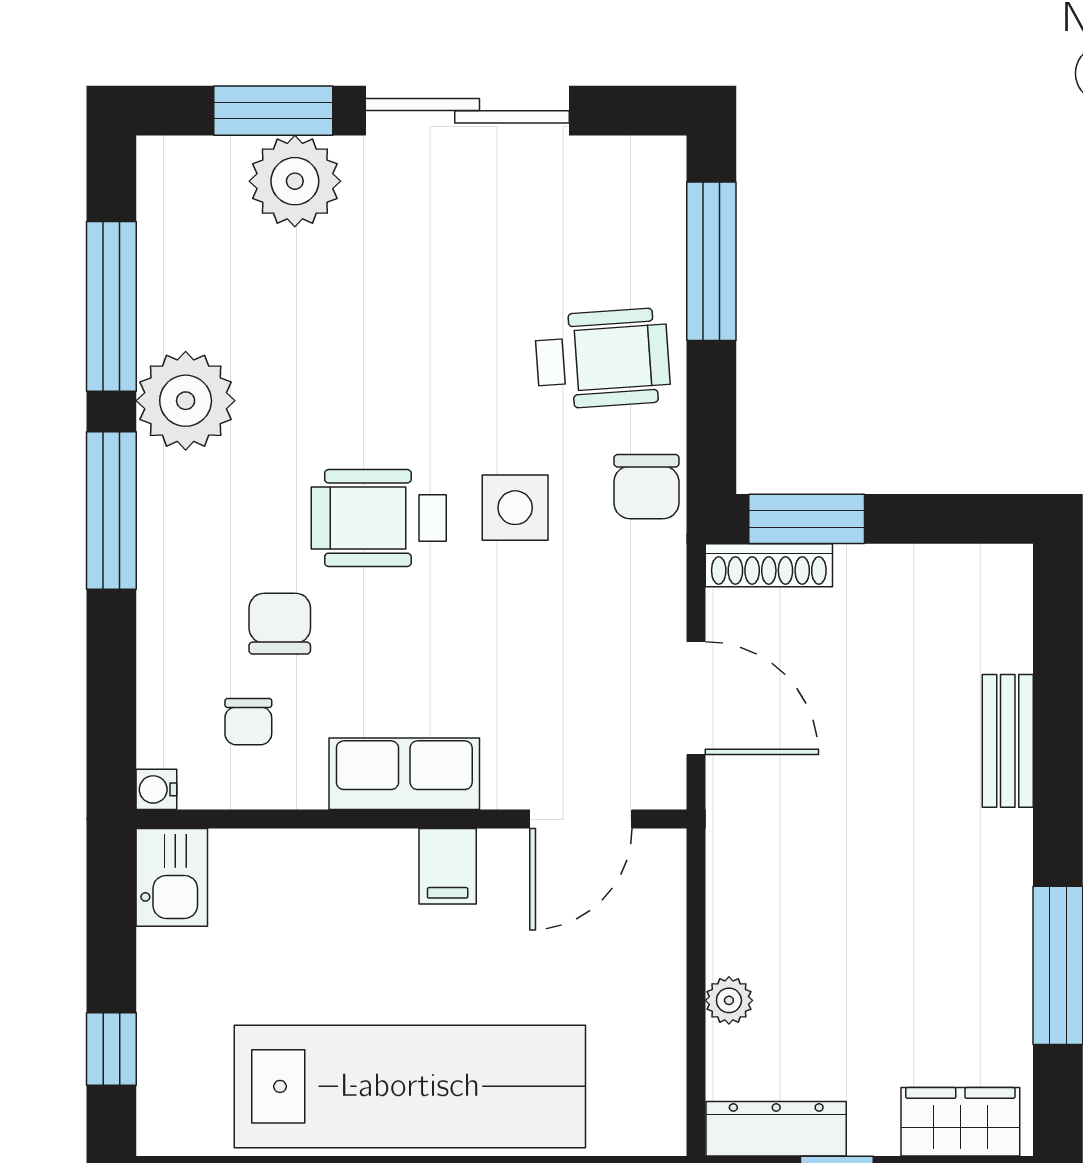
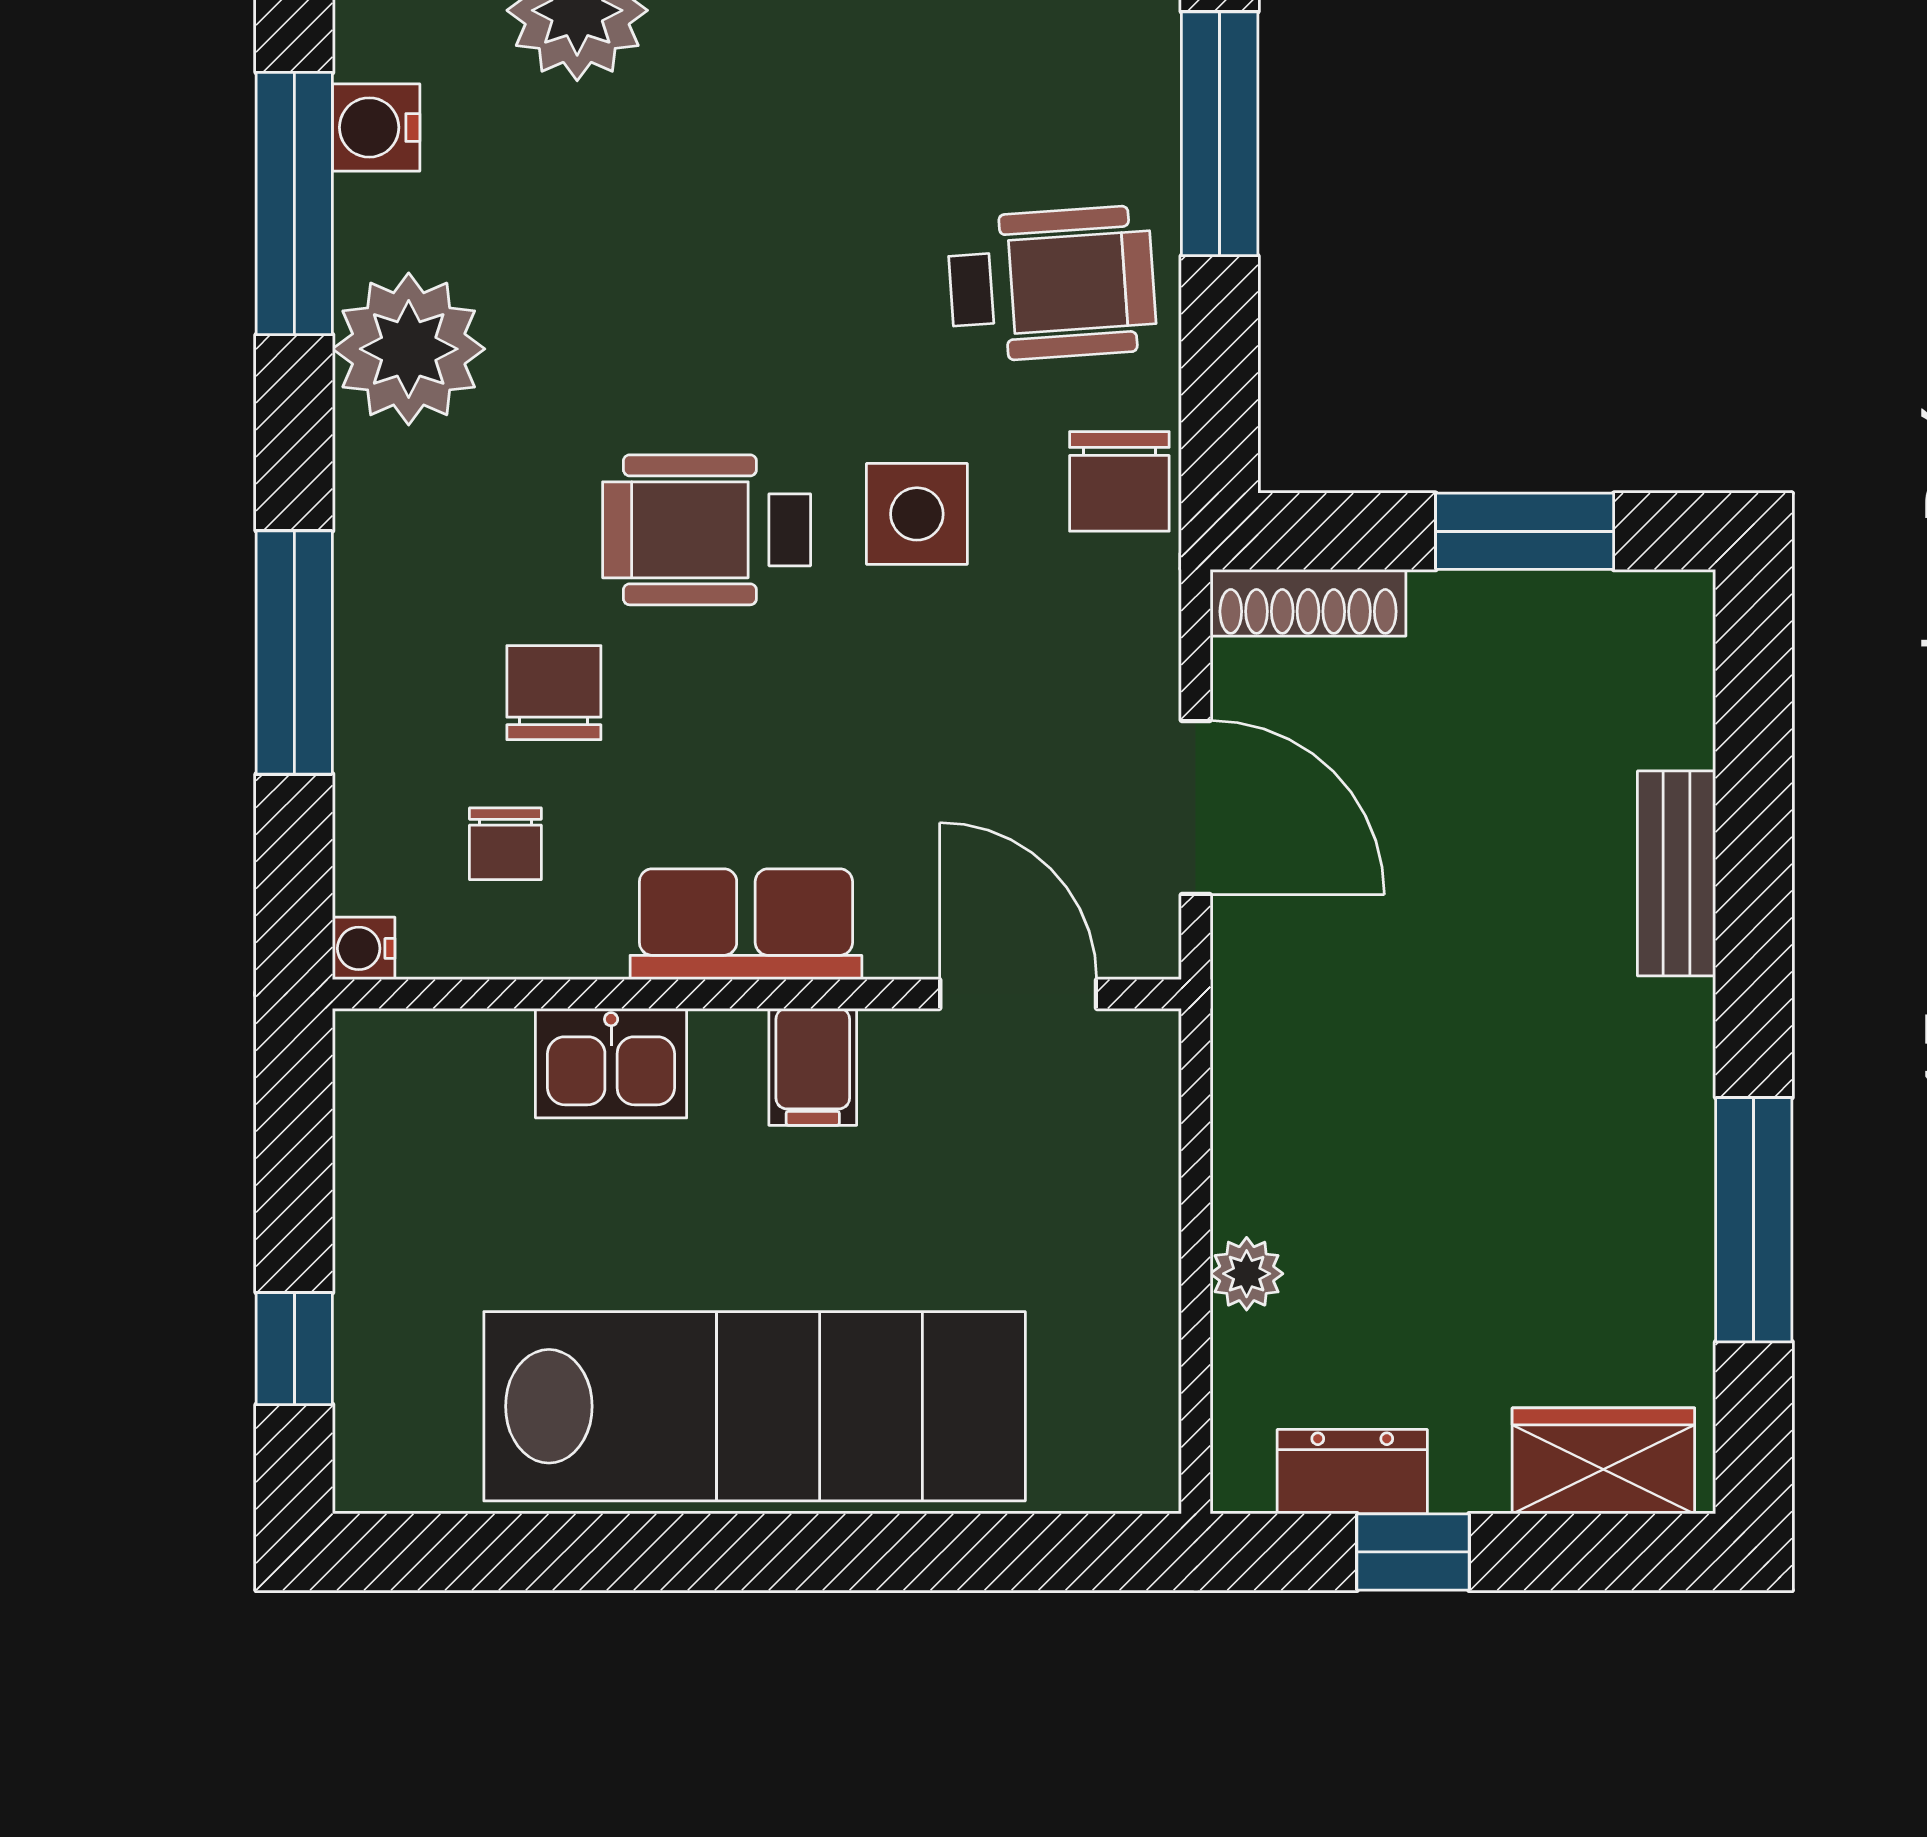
water cooler: (164, 257) -> (376, 127), added
window: (111, 510) -> (294, 652), moved
window: (807, 519) -> (1525, 531), moved
door: (581, 819) -> (1018, 994), swing flipped
kitchen sink: (172, 877) -> (611, 1063), moved, turned 90
dresser: (776, 1129) -> (1352, 1472), width x0.70

